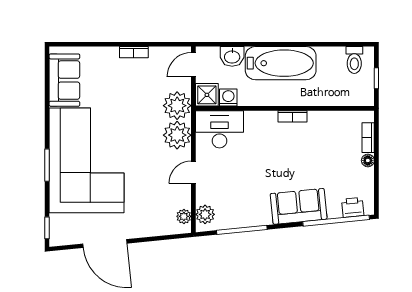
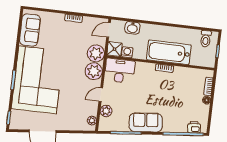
bathtub: (281, 63) -> (169, 52), moved, turned 180
sofa: (299, 206) -> (146, 122), moved
plant: (205, 214) -> (106, 111), moved

